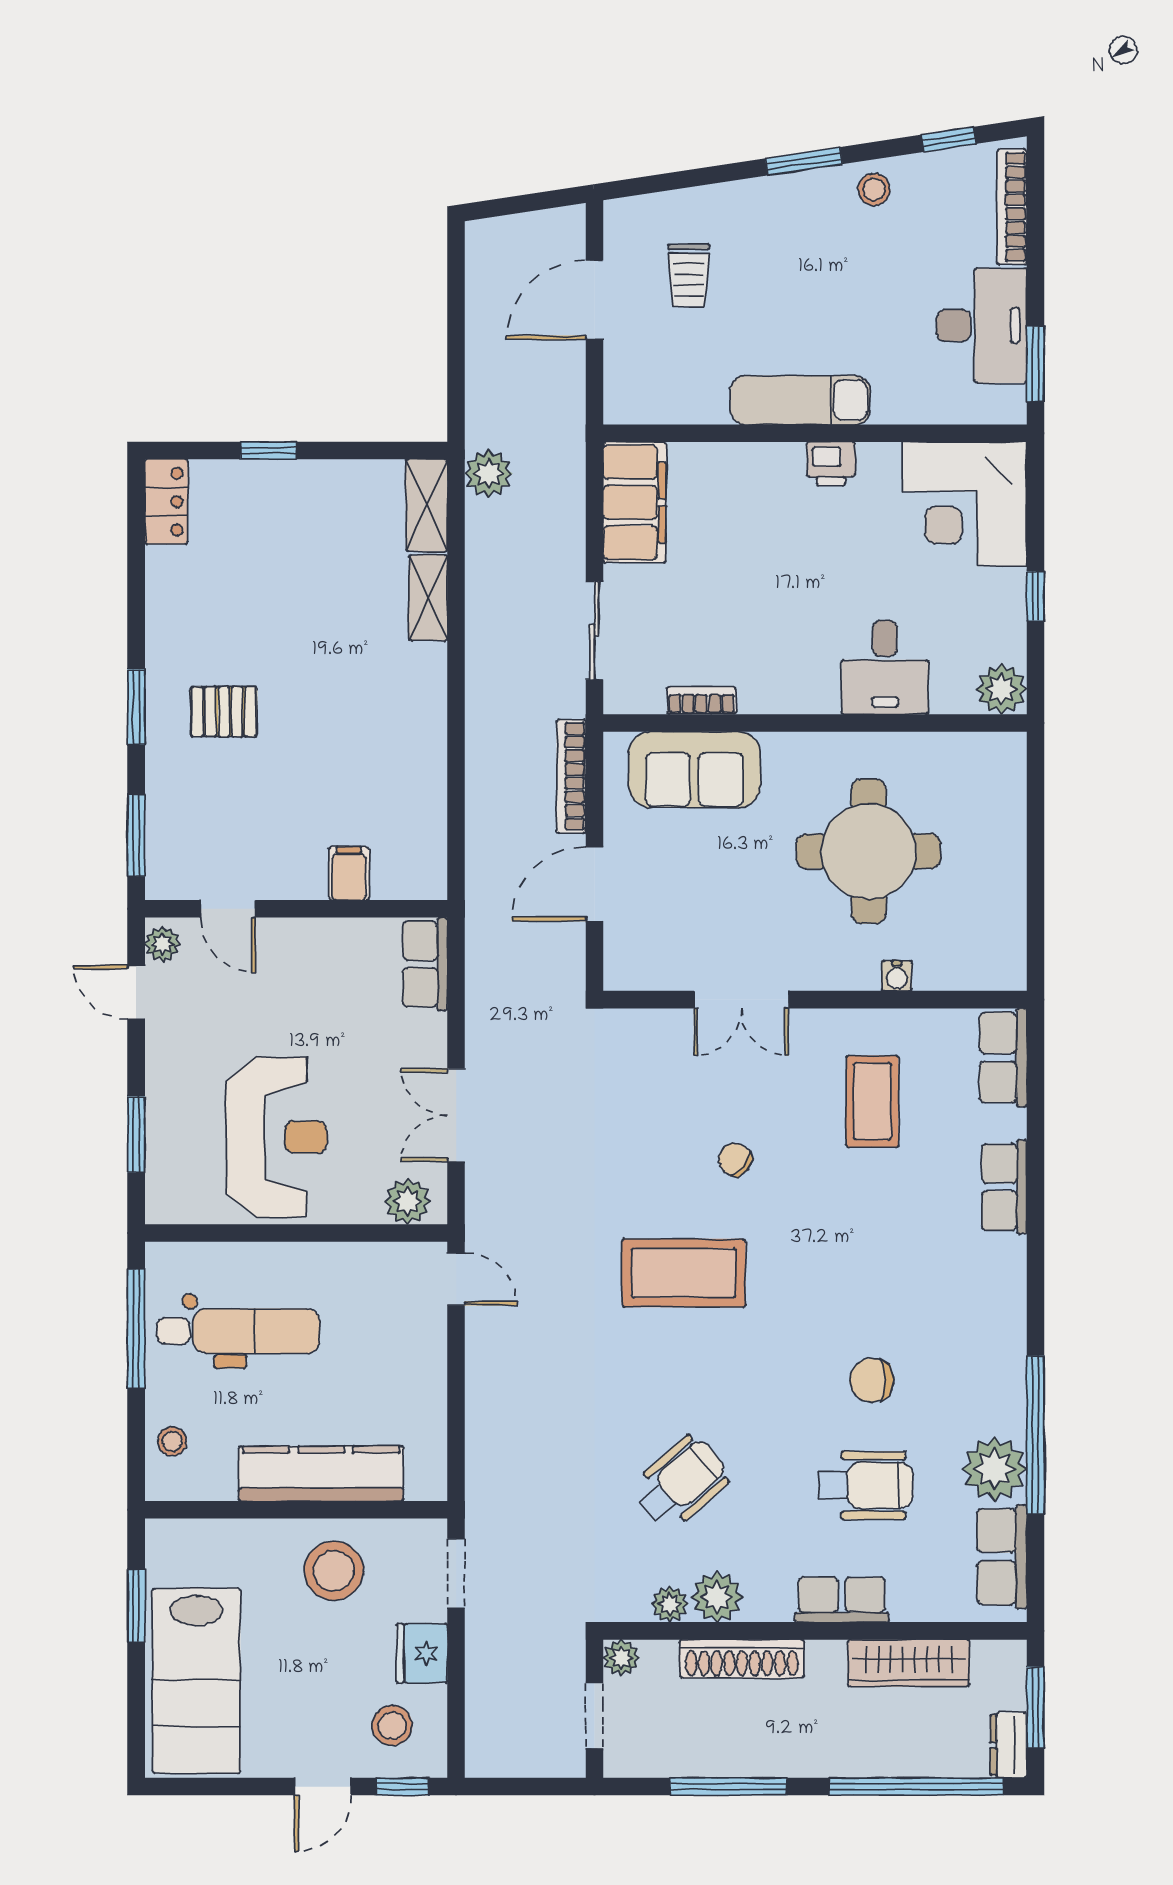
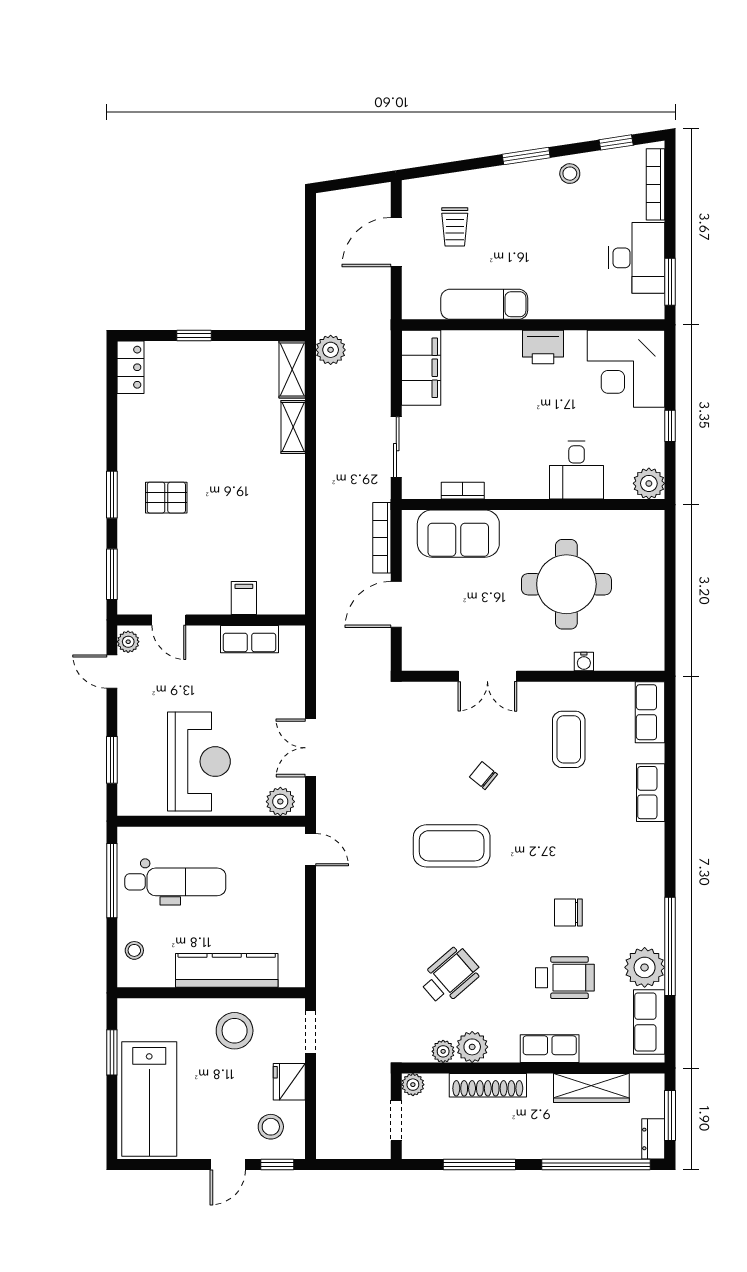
exam couch: (800, 400) -> (484, 304), moved
printer: (831, 464) -> (543, 347), width x1.36, depth x1.24
row of seats: (425, 964) -> (249, 639), moved, turned -90

